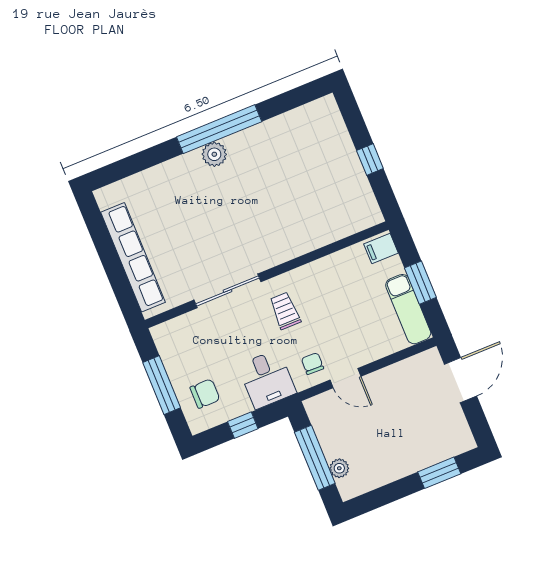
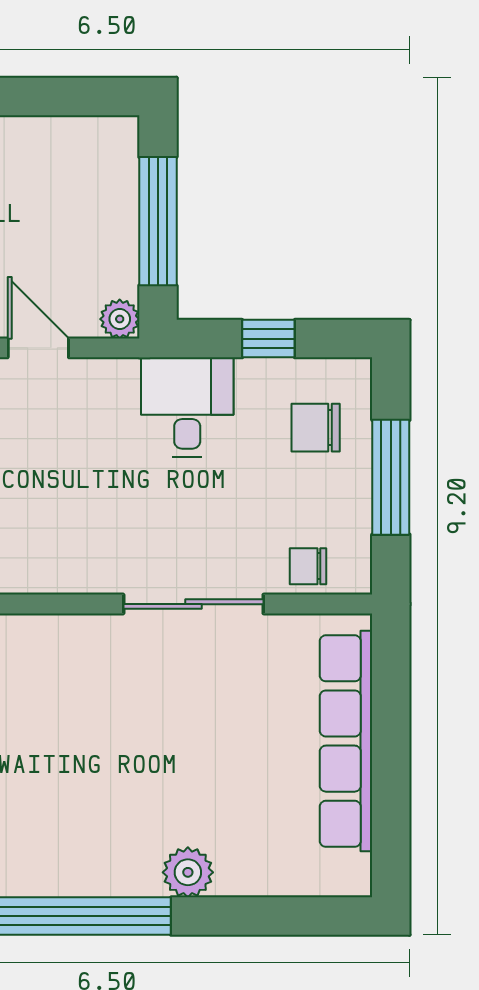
plant: (214, 154) -> (188, 872), moved
trolley: (285, 311) -> (100, 522), removed
chair: (312, 364) -> (308, 566), moved, turned 88
plant: (339, 468) -> (120, 319), moved

